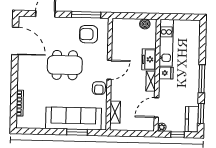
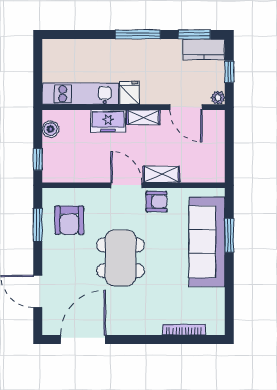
window: (86, 15) -> (38, 225), width x0.69
window: (126, 16) -> (38, 159), added
shelving: (115, 112) -> (161, 174), moved

